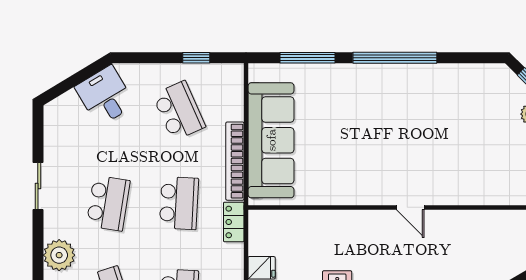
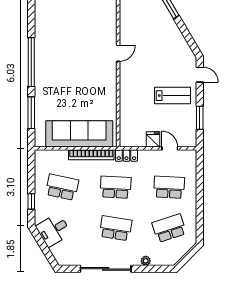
window: (196, 58) -> (31, 201), moved
school desk: (179, 111) -> (62, 187), turned 36
sliding door: (38, 186) -> (106, 269), width x1.86
plant: (59, 255) -> (146, 261), width x0.53, depth x0.53

